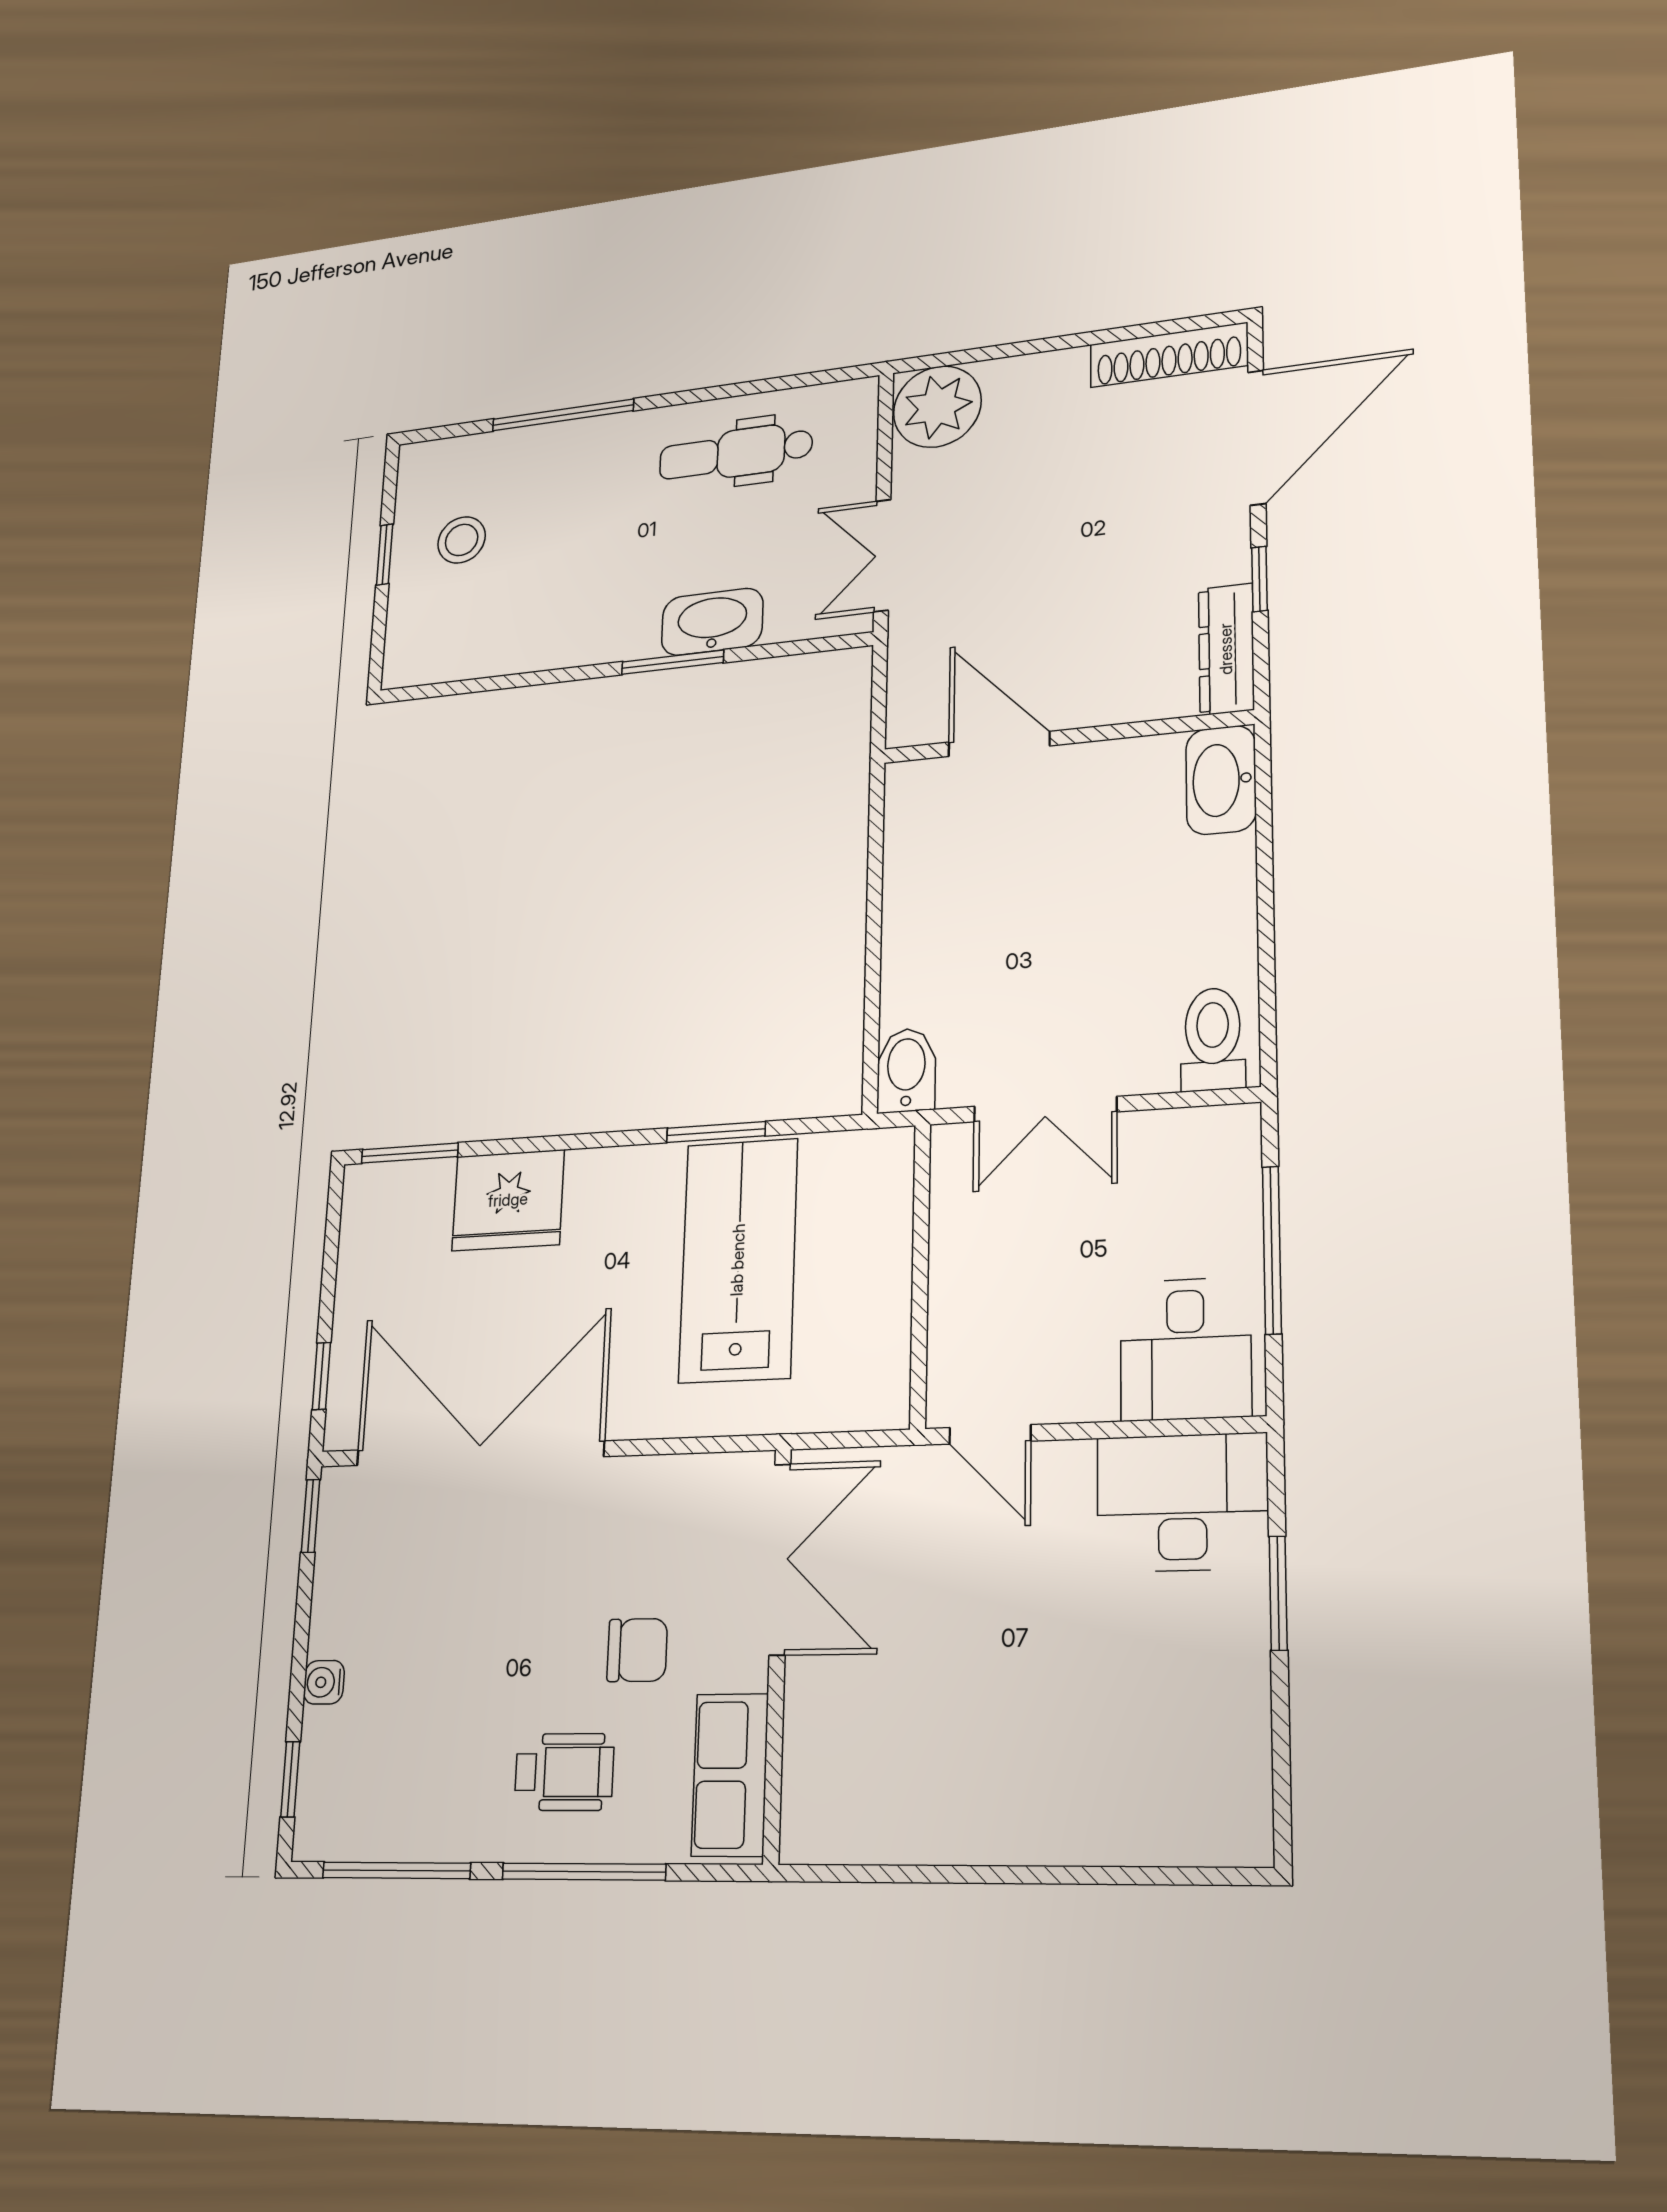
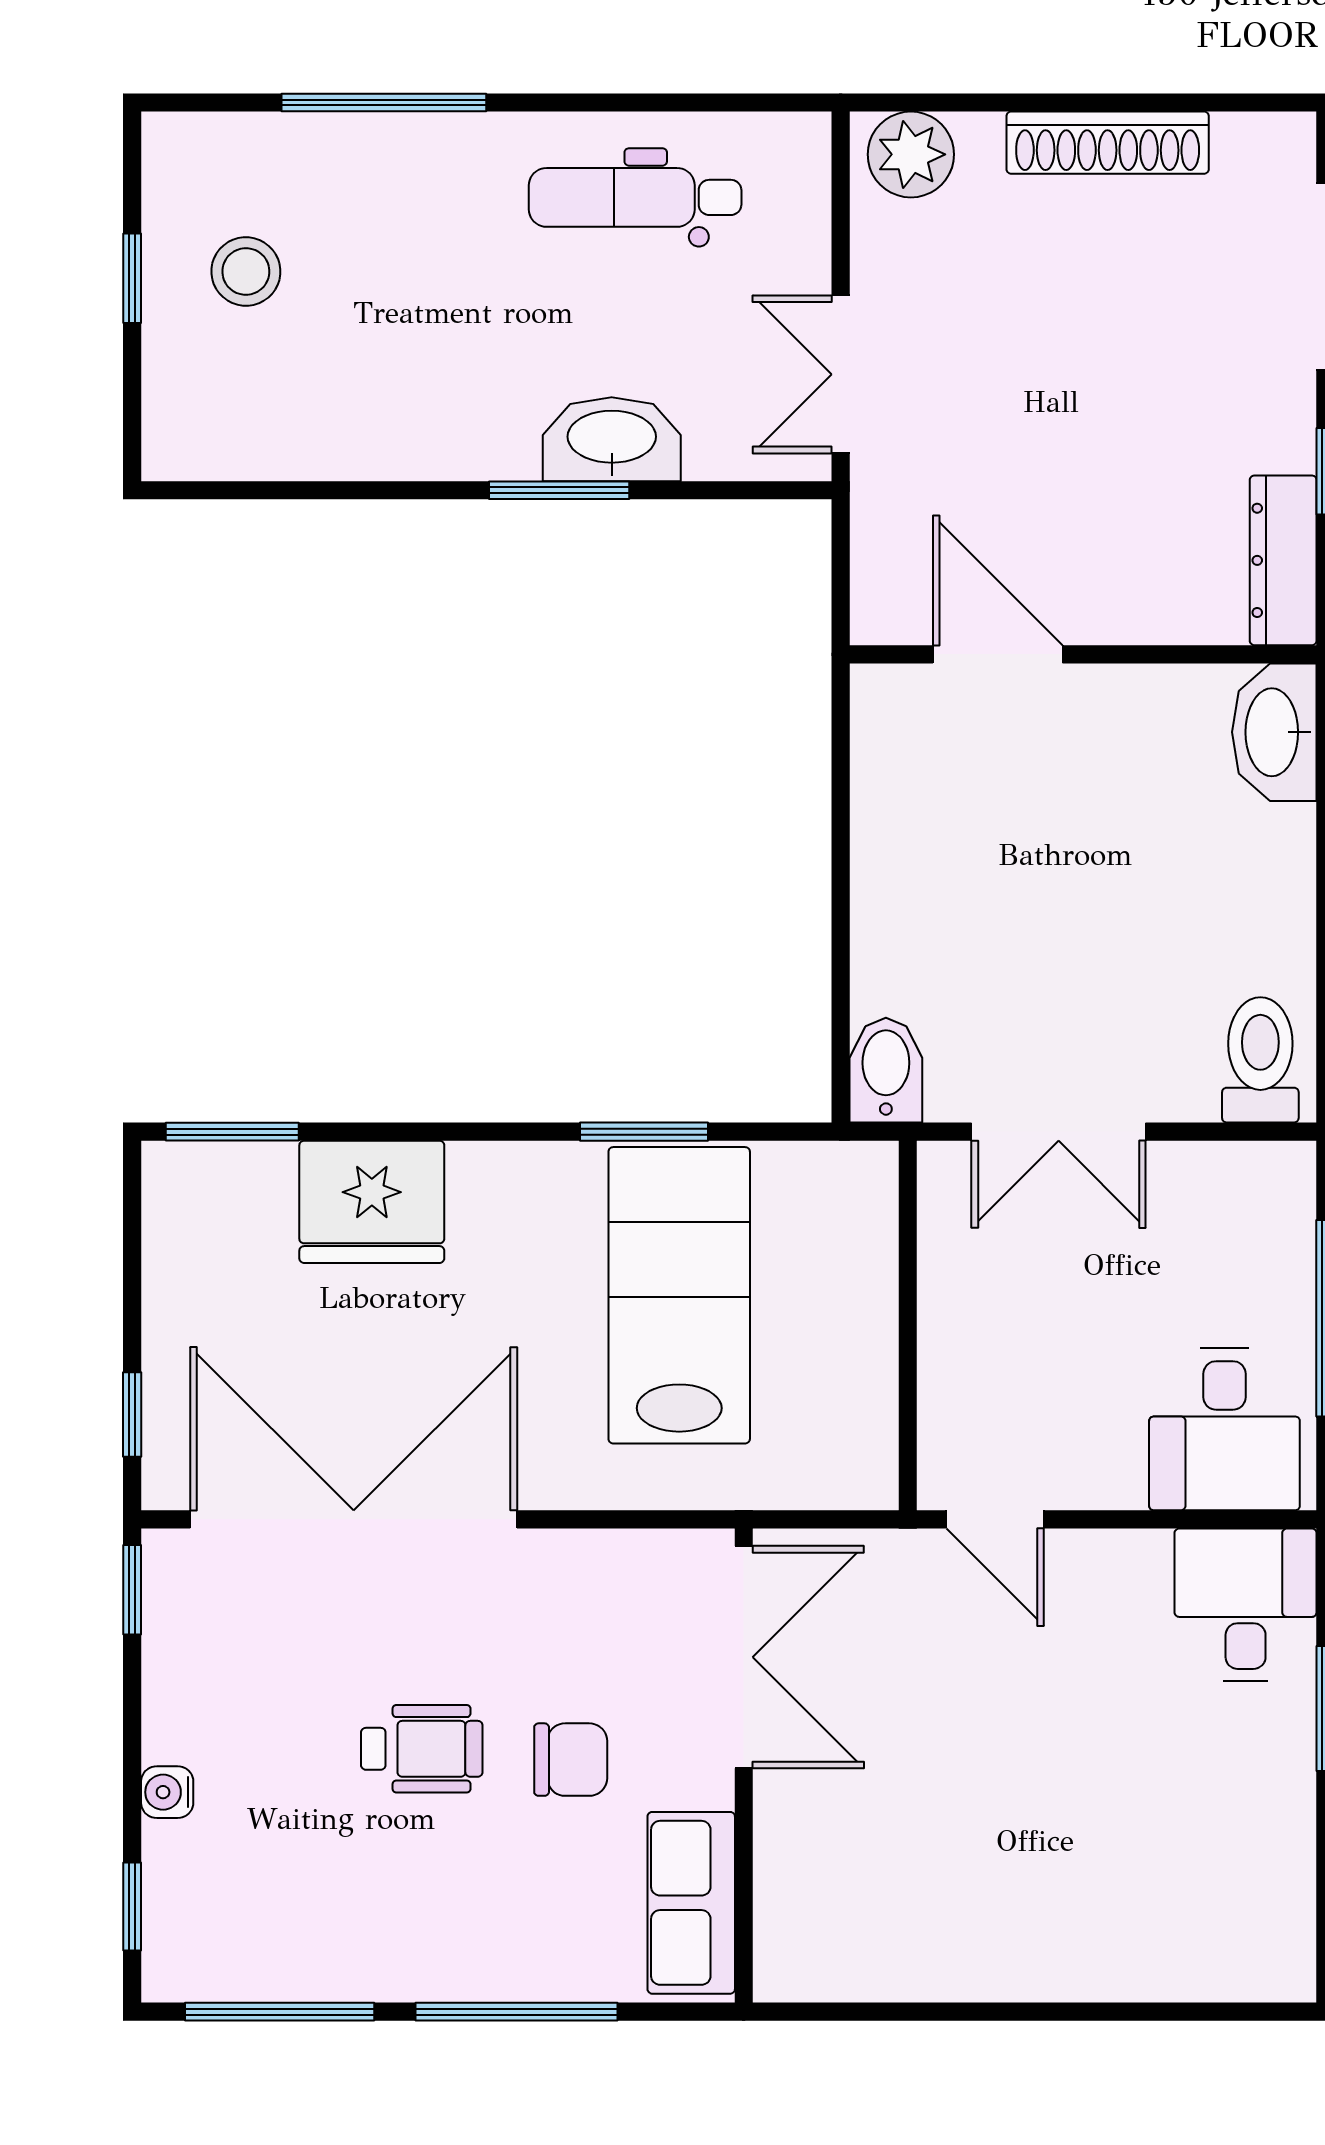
shoe rack: (1169, 355) -> (1108, 143), moved
plant: (937, 407) -> (911, 154), width x0.73, depth x0.73
desk: (1182, 1502) -> (1246, 1605), width x0.73
wheelchair: (564, 1772) -> (422, 1749), moved

